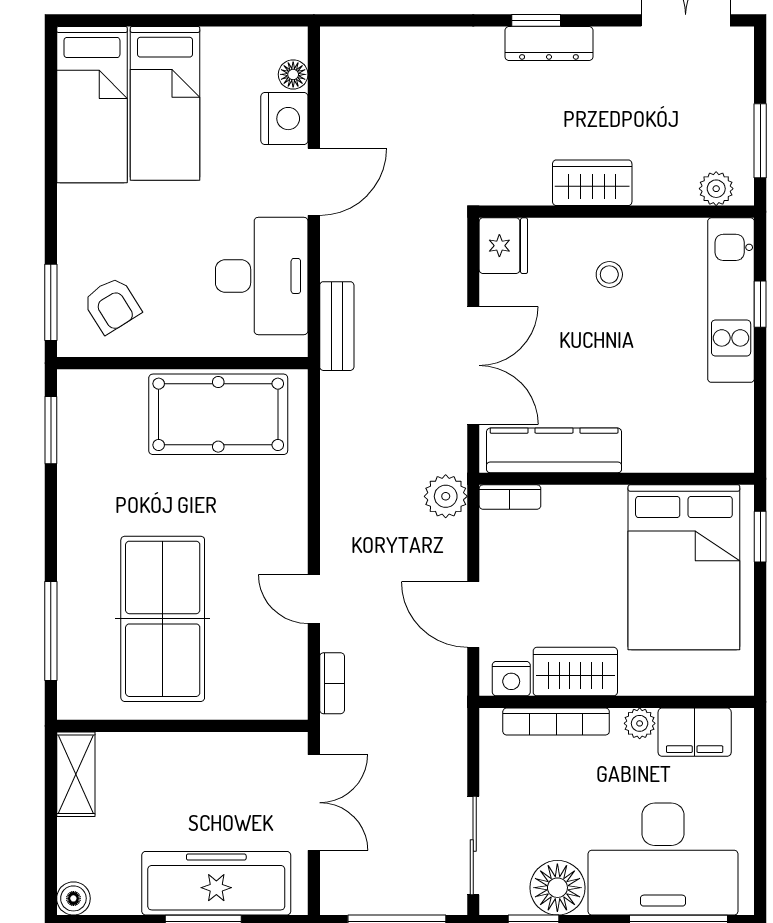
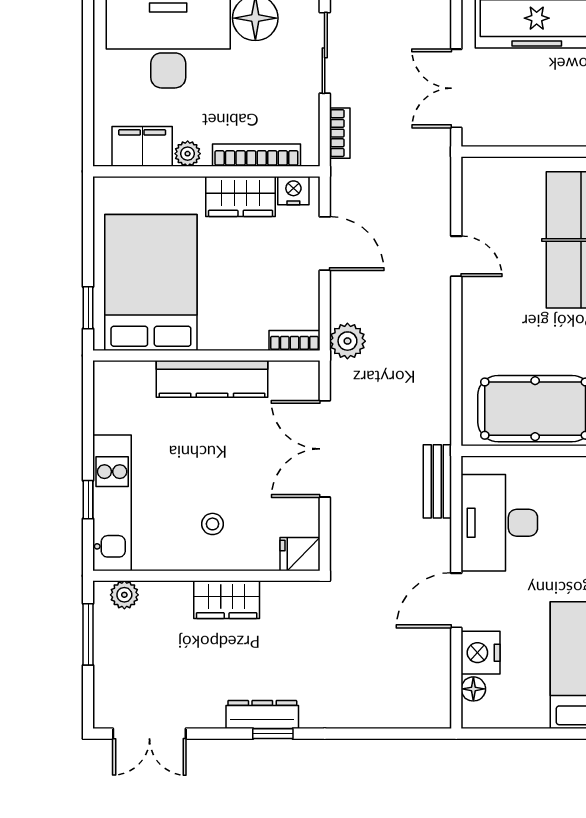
fridge: (503, 246) -> (300, 554), width x0.72
kitchen counter: (554, 450) -> (212, 379), moved
bookcase: (332, 683) -> (340, 133), moved, turned 180

